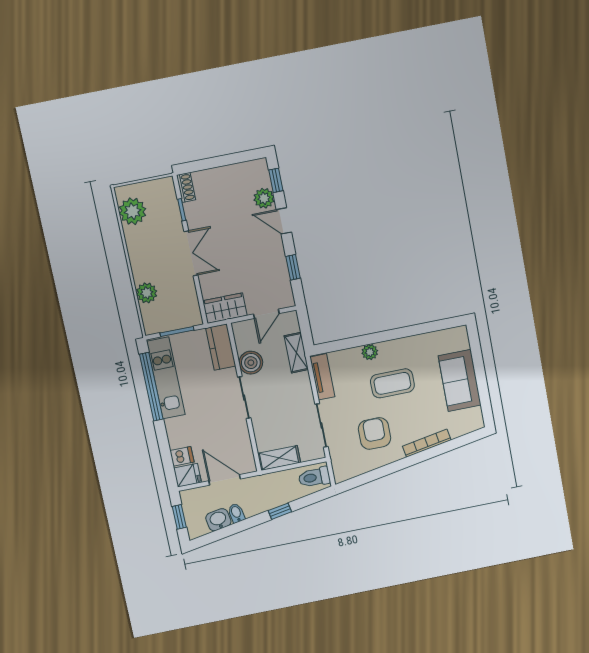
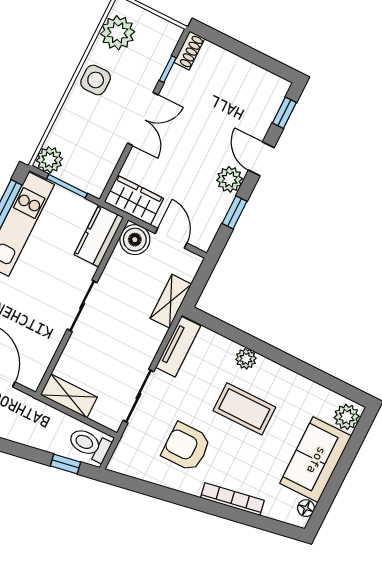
plant: (264, 198) -> (230, 179), moved
side table: (142, 252) -> (96, 80), added
plant: (147, 293) -> (49, 160), moved
door: (266, 314) -> (171, 238), swing flipped
plant: (459, 340) -> (347, 417), added
boiler: (251, 363) -> (135, 240), moved
floor lamp: (476, 414) -> (306, 508), added
armchair: (374, 433) -> (186, 447), turned -90
window: (280, 511) -> (66, 464), moved

